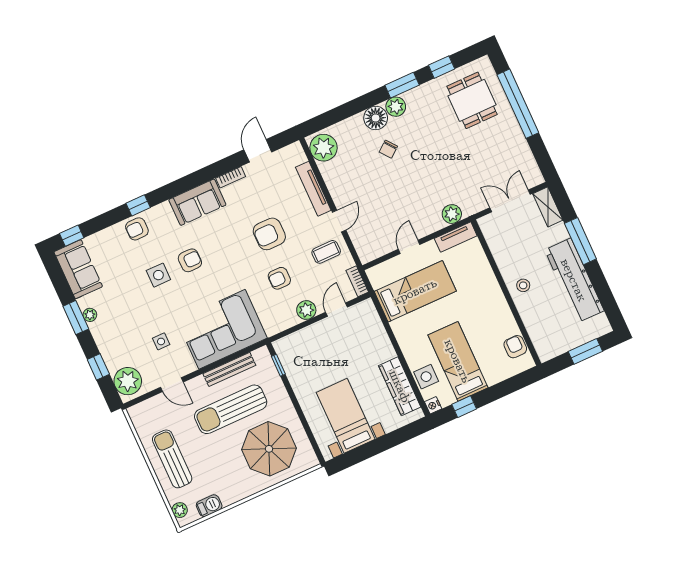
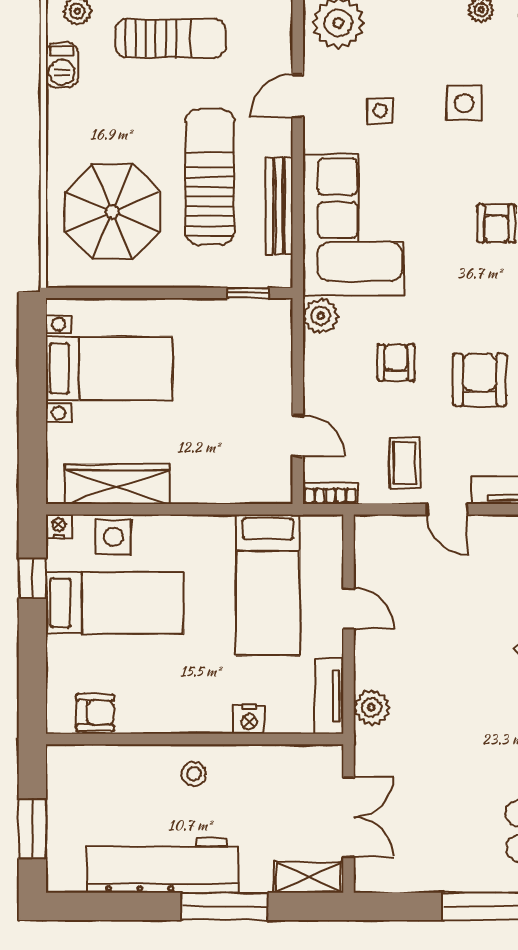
nightstand: (485, 271) -> (249, 719), added
side table: (158, 275) -> (464, 103), moved
plant: (306, 310) -> (321, 316), moved

